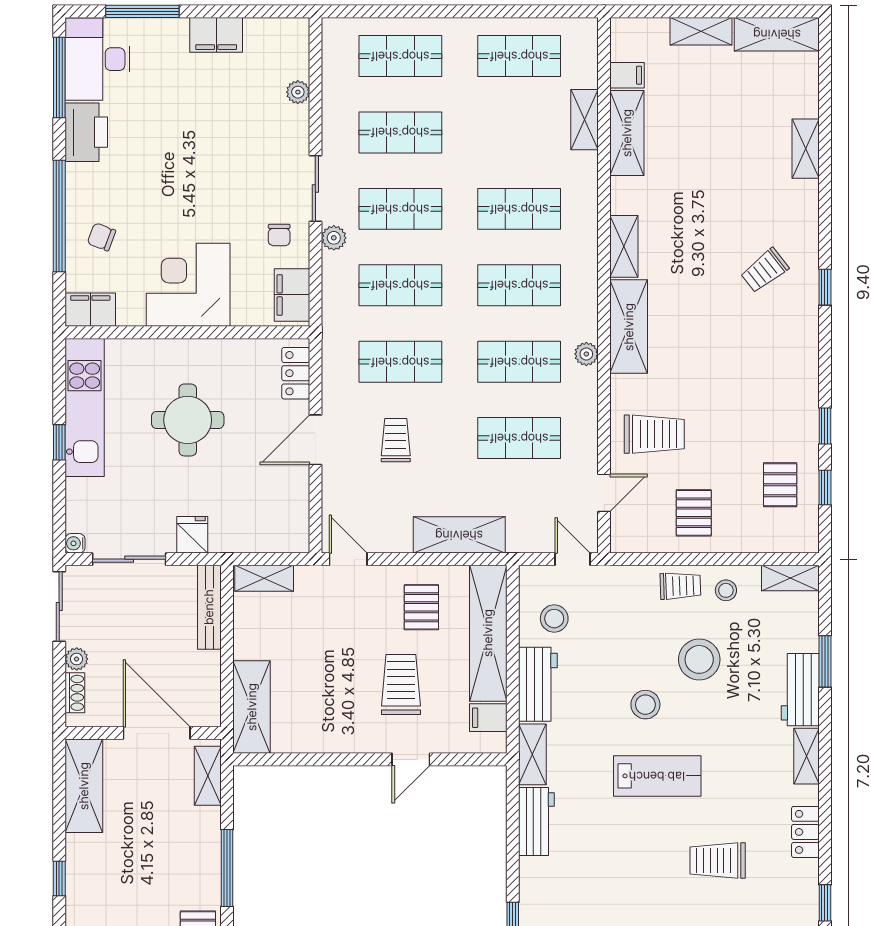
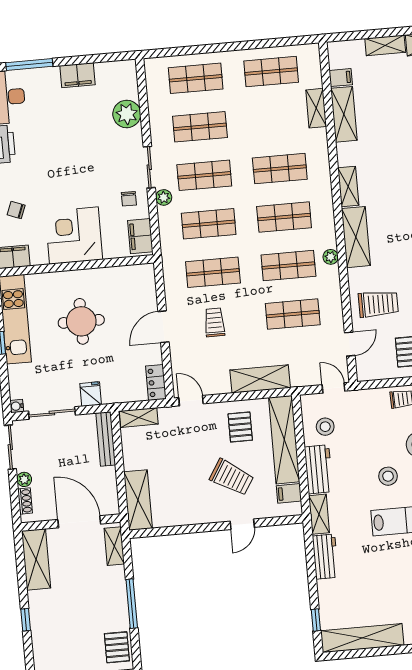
plant: (298, 92) -> (127, 114), width x1.87, depth x1.87
locker: (296, 373) -> (156, 383), moved
trolley: (401, 685) -> (232, 477), turned 122

